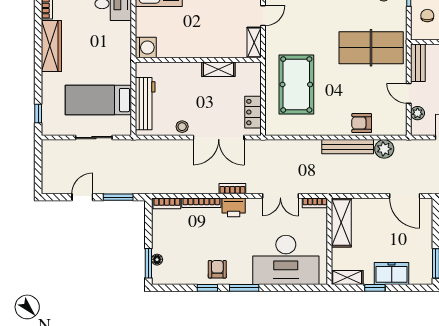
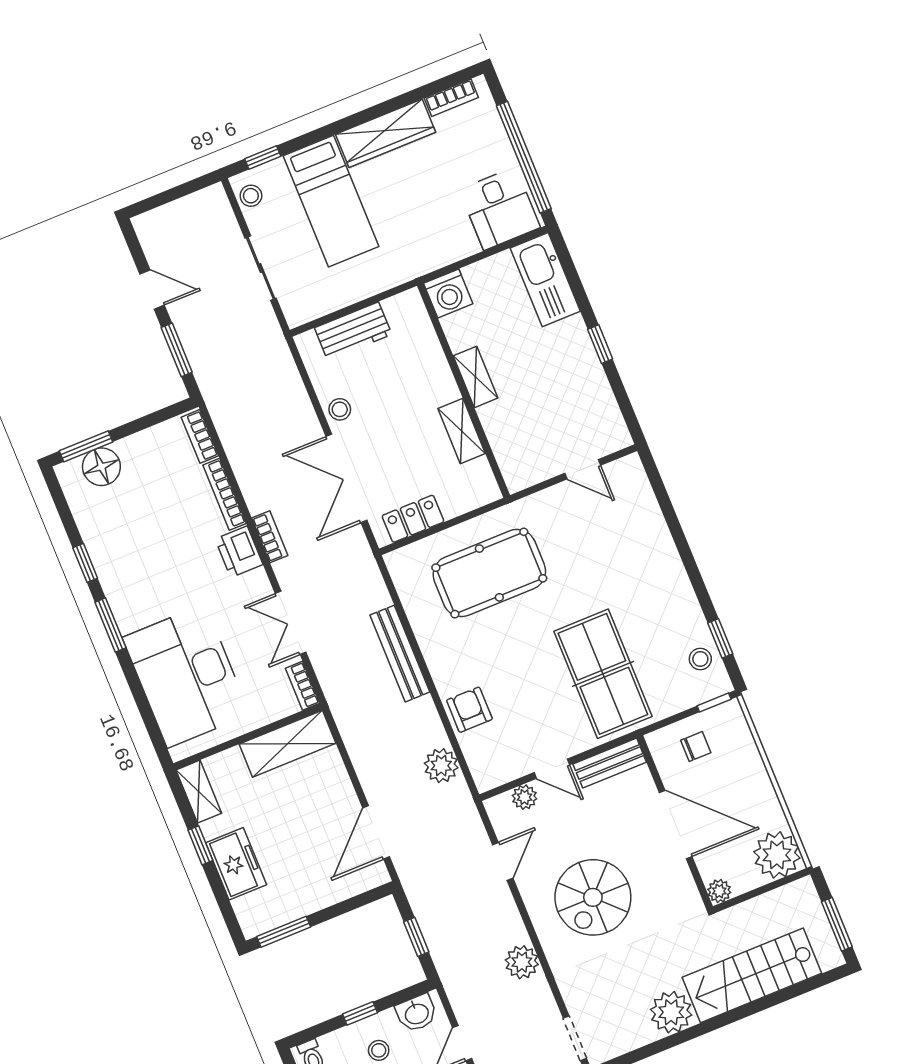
shelving: (254, 42) -> (475, 377), moved, turned 90
door: (409, 93) -> (552, 769), swing flipped
bed: (98, 100) -> (331, 201), moved, turned 180
workbench: (145, 104) -> (353, 331), width x0.73
stool: (55, 127) -> (251, 196), added
bench: (348, 147) -> (400, 654), moved
floor lamp: (157, 260) -> (101, 467), width x1.89, depth x1.89
armchair: (217, 269) -> (123, 567), removed

